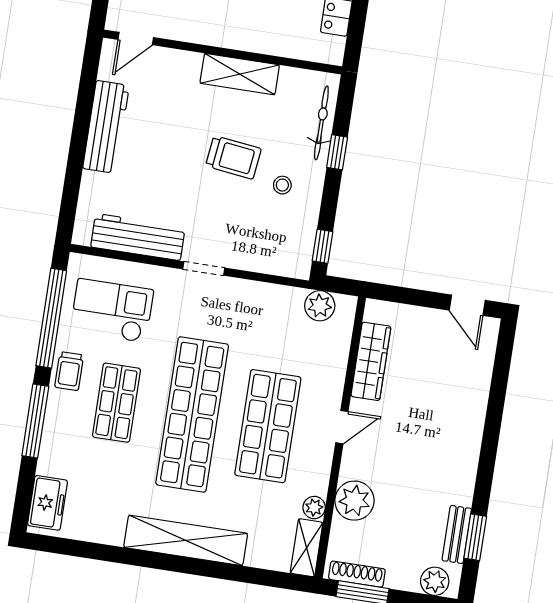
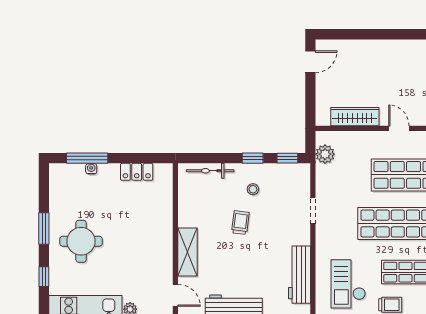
shelving: (240, 74) -> (188, 252), moved
window: (337, 152) -> (253, 158), moved
trolley: (233, 157) -> (240, 223), width x0.73, depth x0.72
doorway: (204, 269) -> (313, 211), moved

